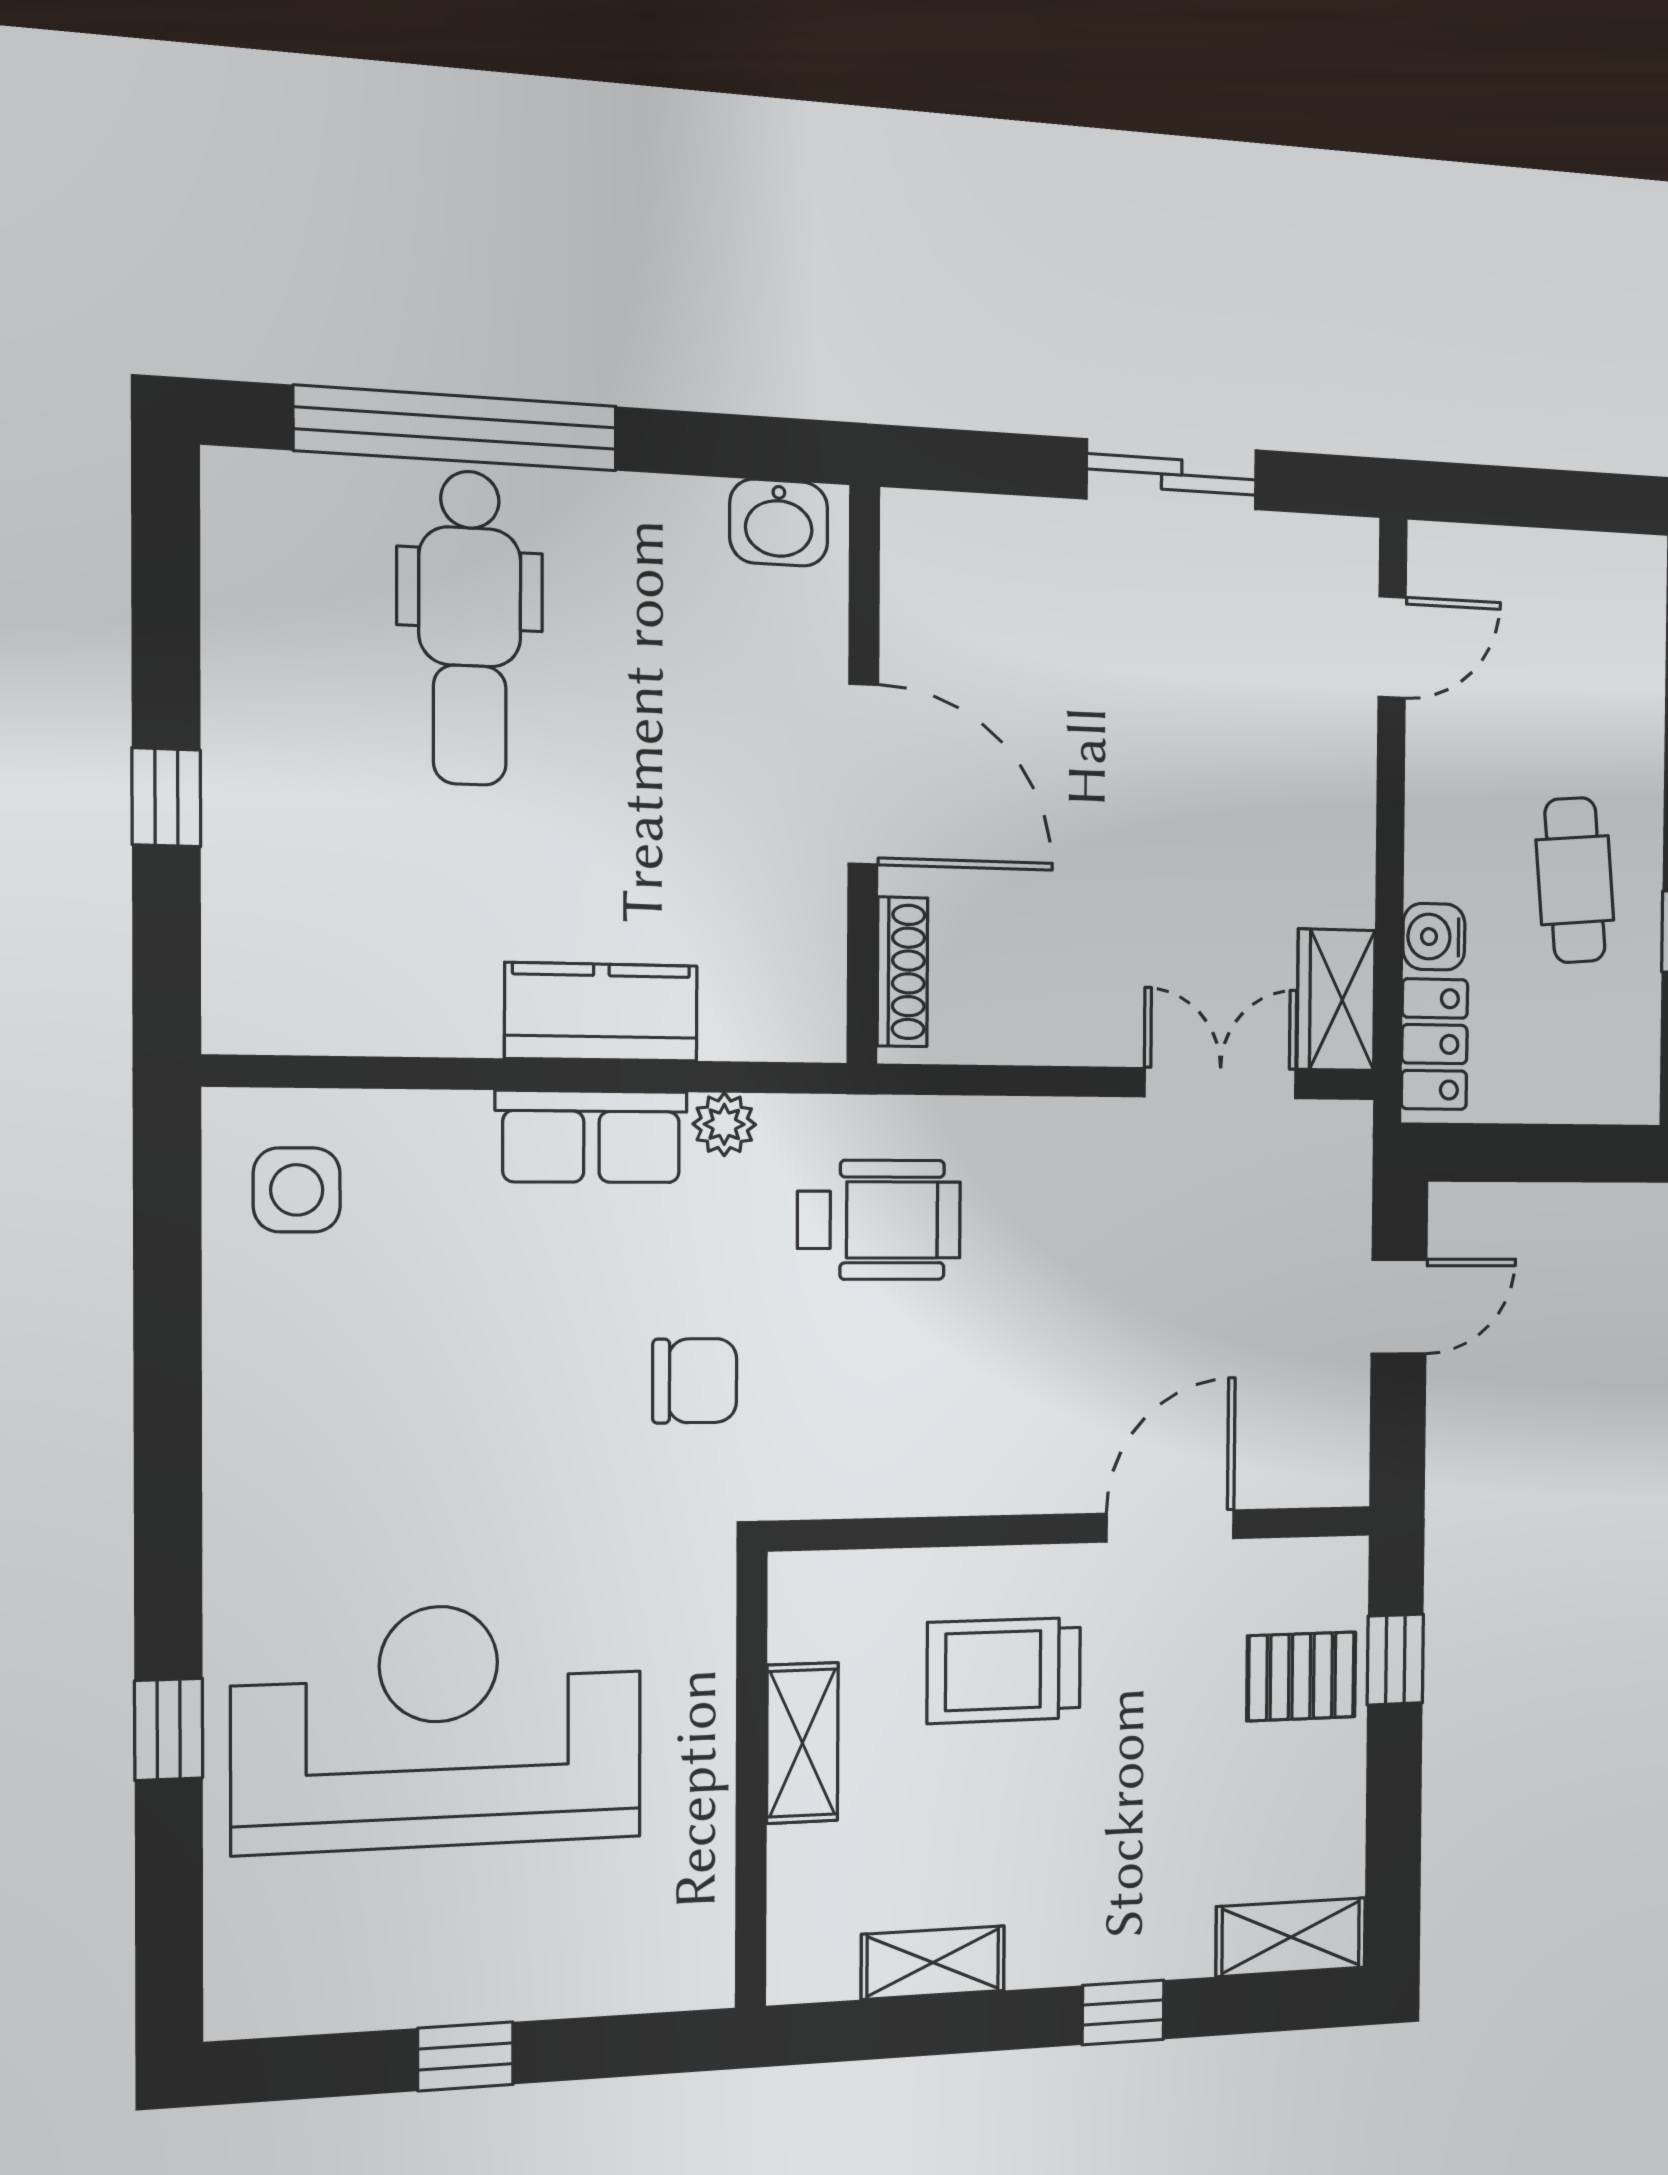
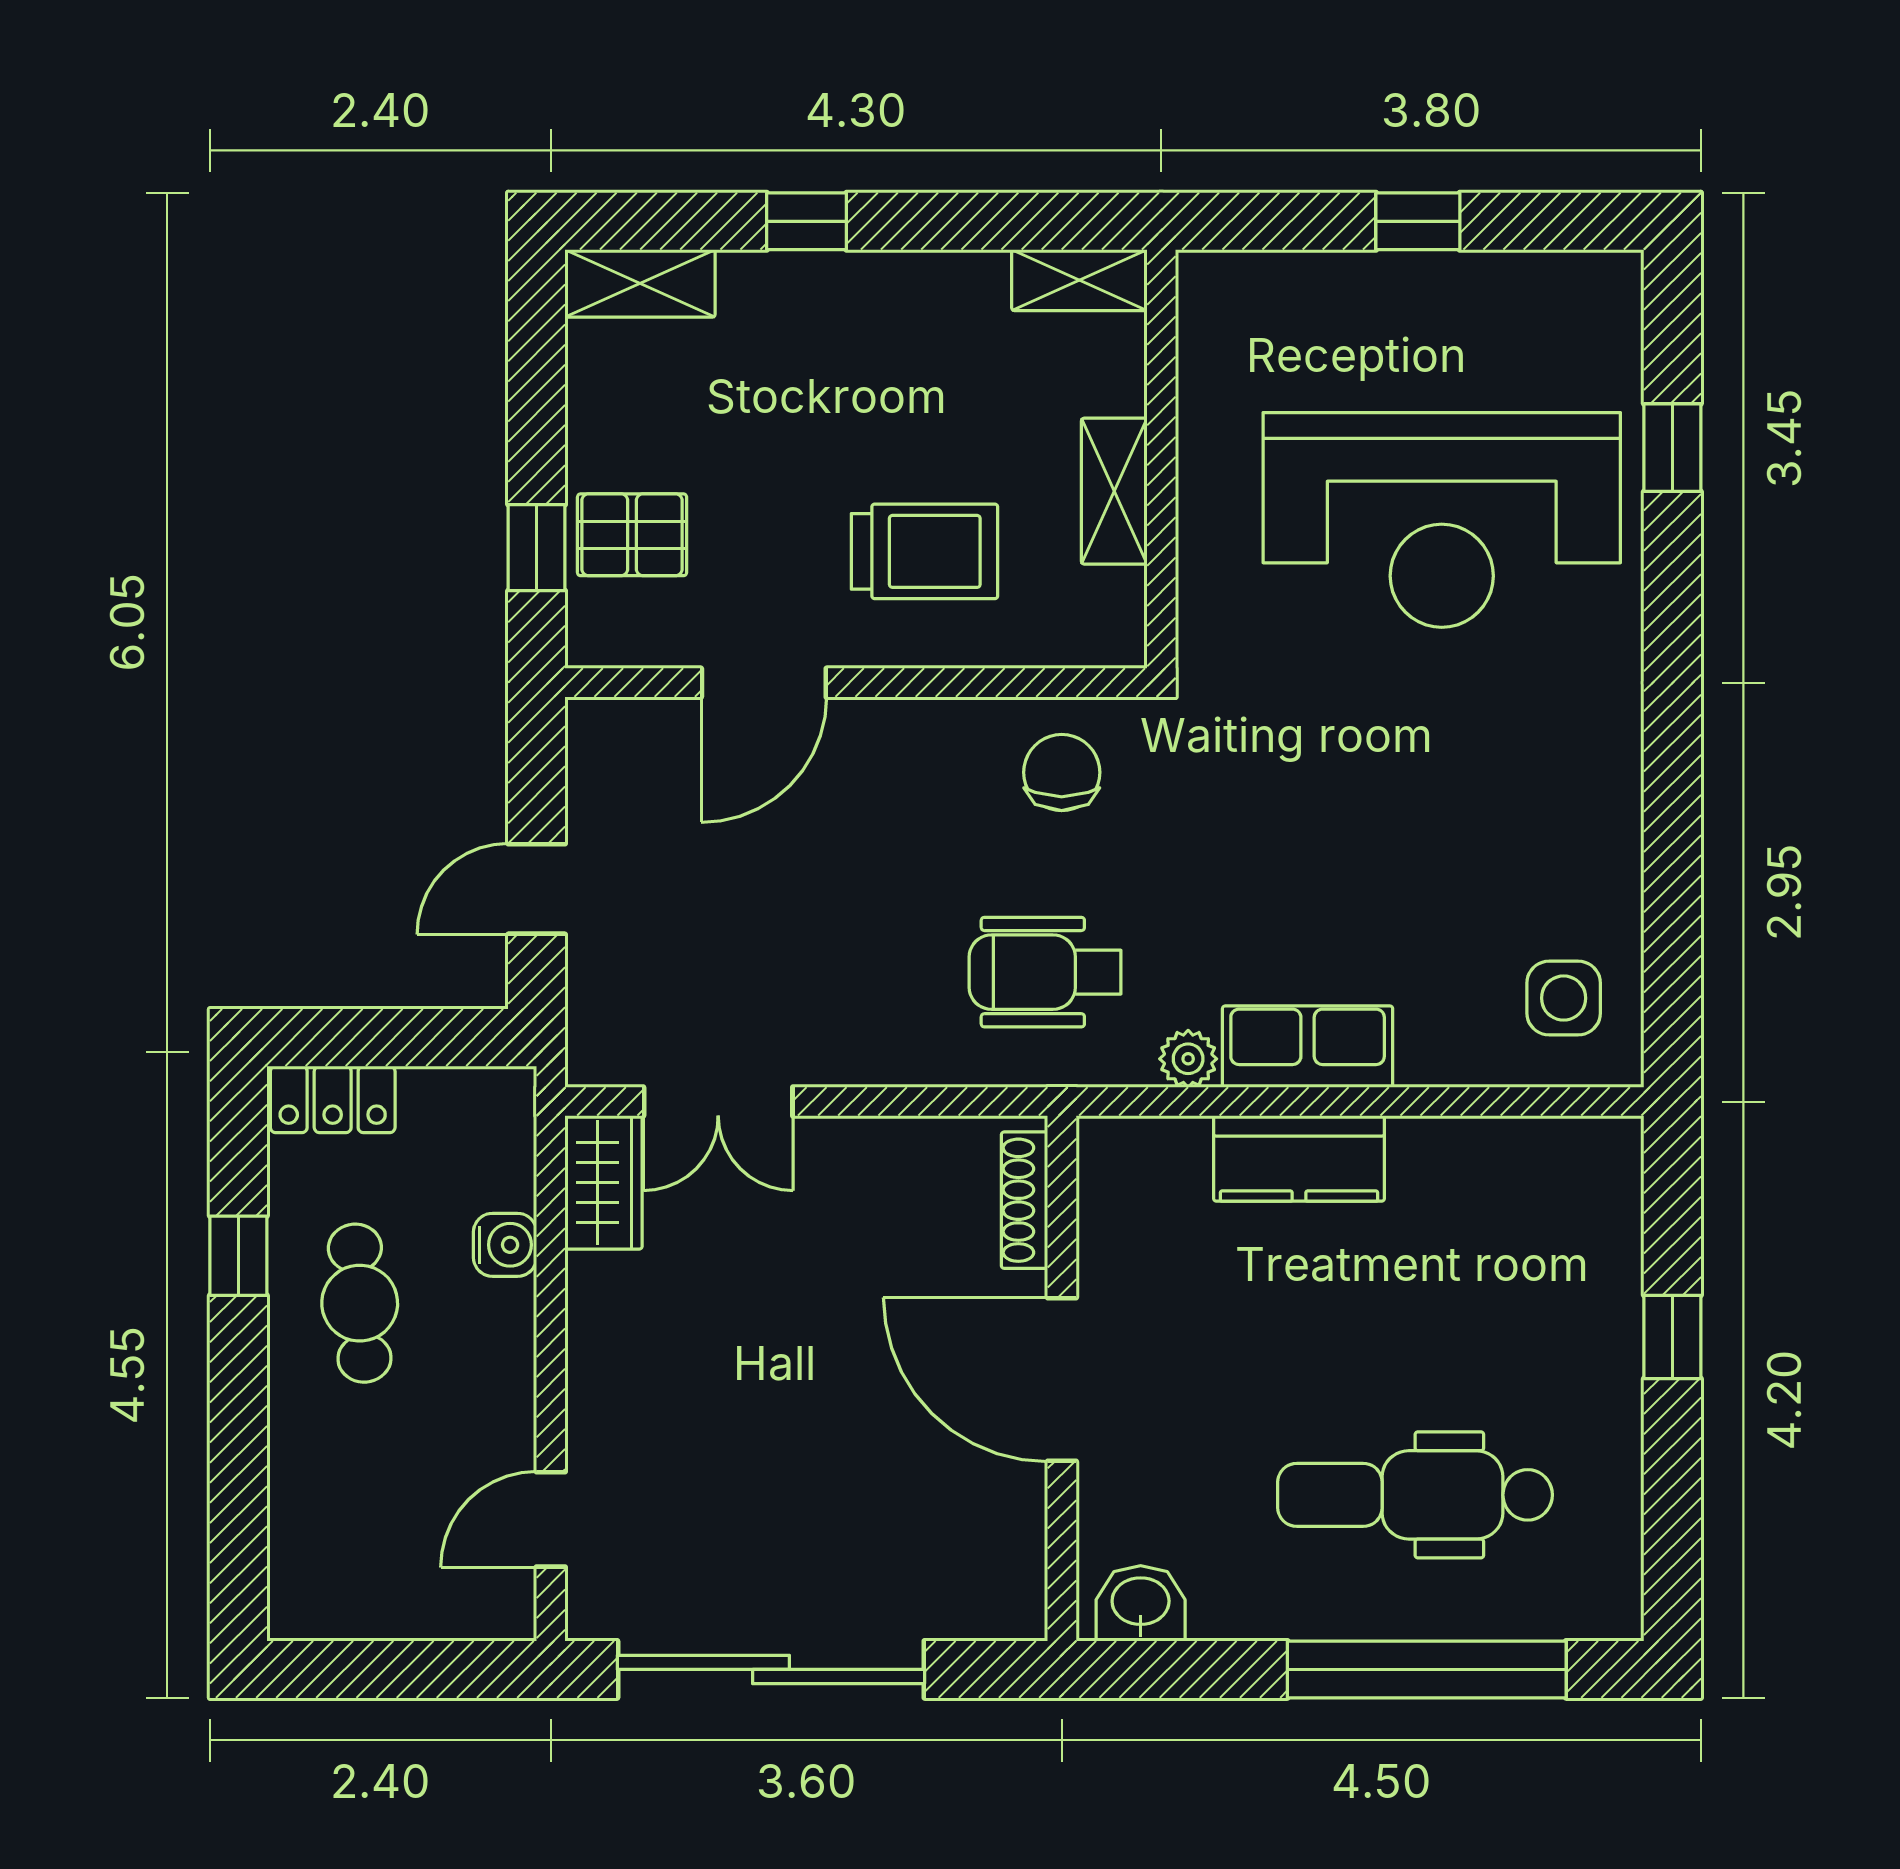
sliding door: (1172, 474) -> (771, 1669), width x1.86
dental chair: (470, 628) -> (1415, 1495), turned -90
locker: (1434, 1044) -> (333, 1099), moved, turned -90
chair: (695, 1381) -> (1062, 772), moved, turned 90
window: (169, 1729) -> (1672, 448), moved
shelving: (933, 1963) -> (1079, 280), moved

